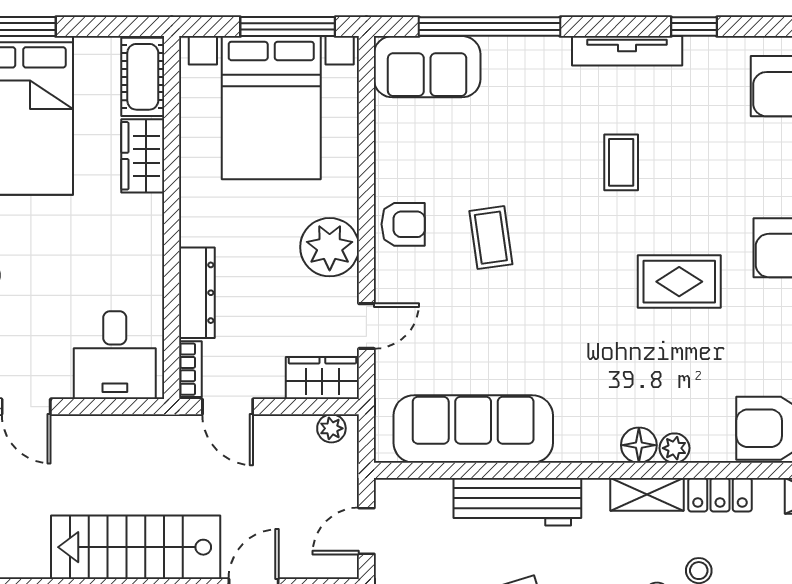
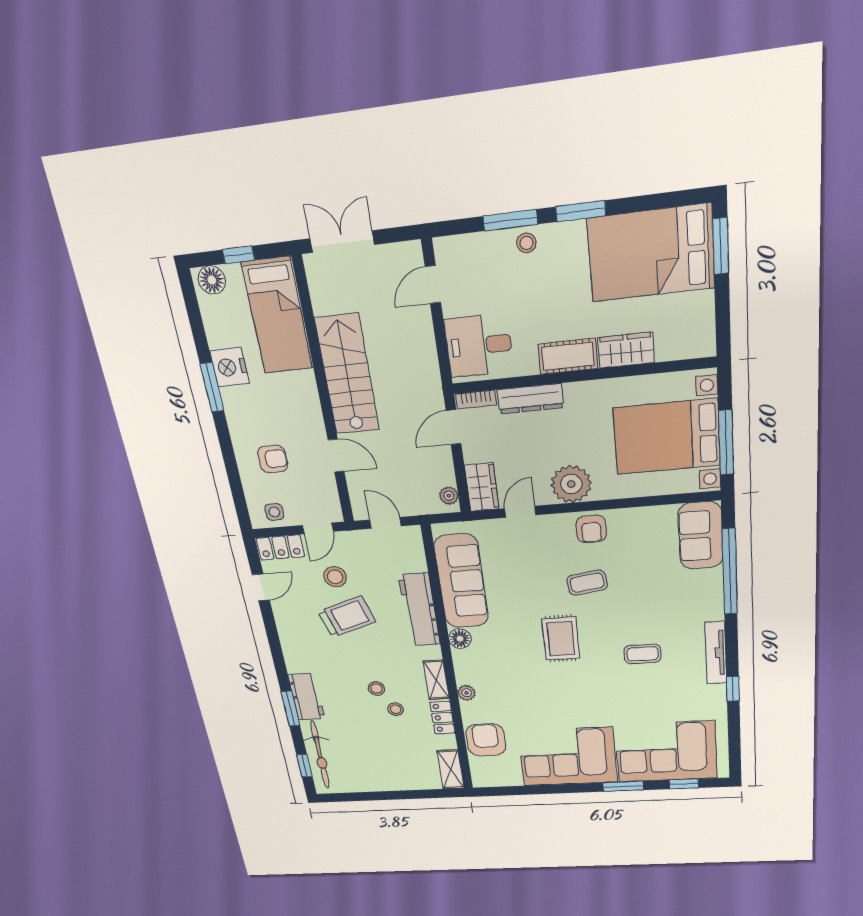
cot: (143, 77) -> (568, 356), moved
rug: (679, 282) -> (561, 639), moved
door: (366, 326) -> (520, 512), swing flipped
floor lamp: (639, 445) -> (460, 639), moved

